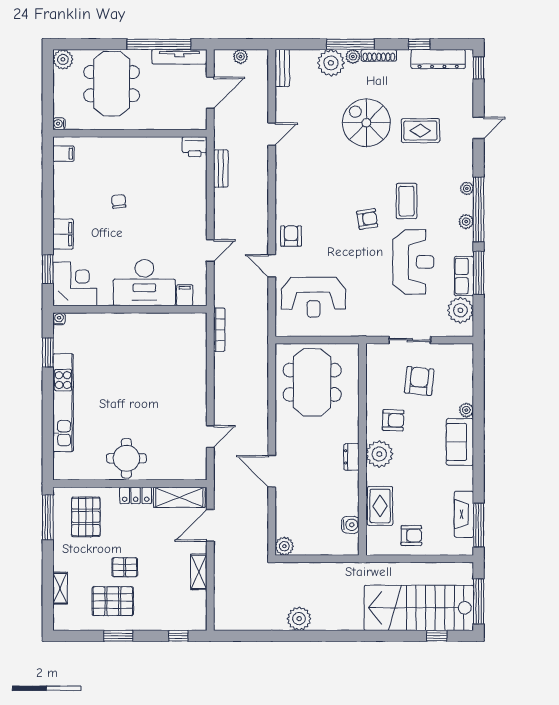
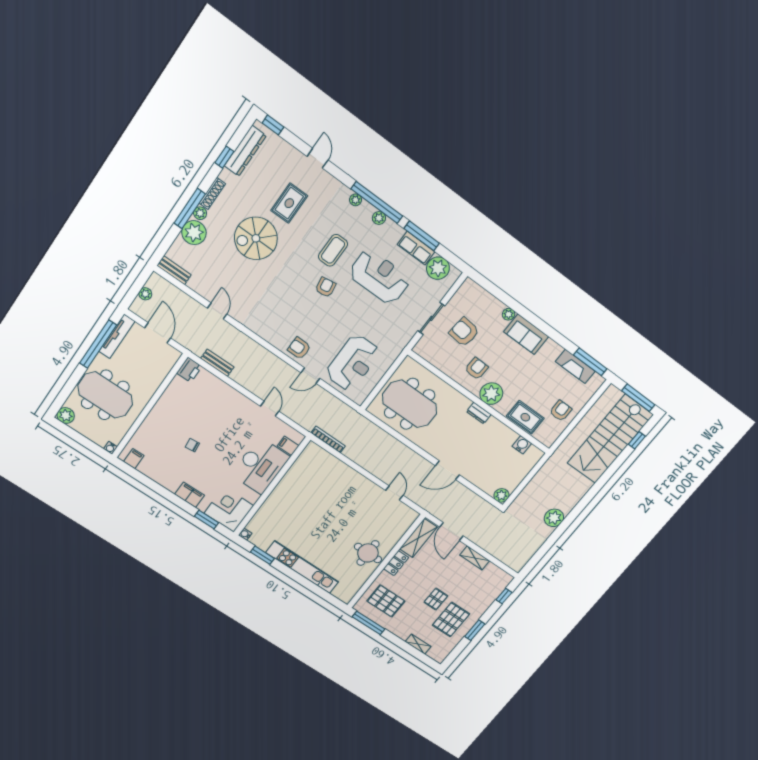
coffee table: (407, 201) -> (333, 250), turned 90

